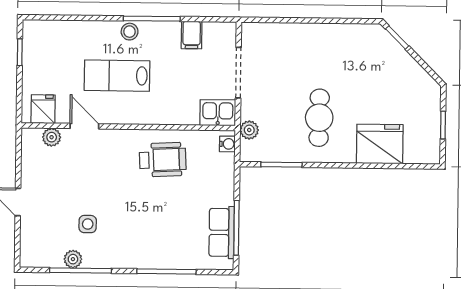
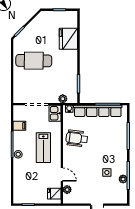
lab bench: (117, 76) -> (43, 148), moved
cafe table: (319, 118) -> (34, 61), moved, width x1.37, depth x1.35
door: (84, 126) -> (62, 175), swing flipped
wheelchair: (163, 160) -> (77, 138), turned -80
row of seats: (222, 232) -> (98, 111), width x2.02

